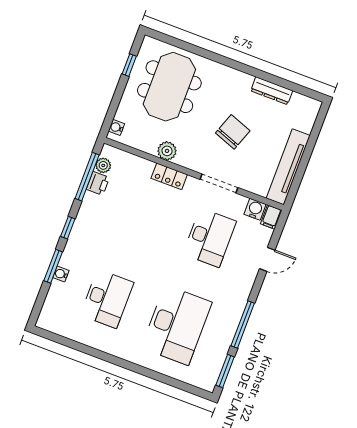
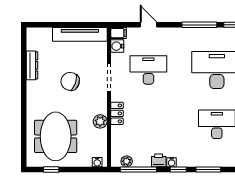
meeting table: (169, 87) -> (56, 136), turned 90
printer: (98, 183) -> (159, 160), moved
water cooler: (61, 274) -> (172, 162), moved

